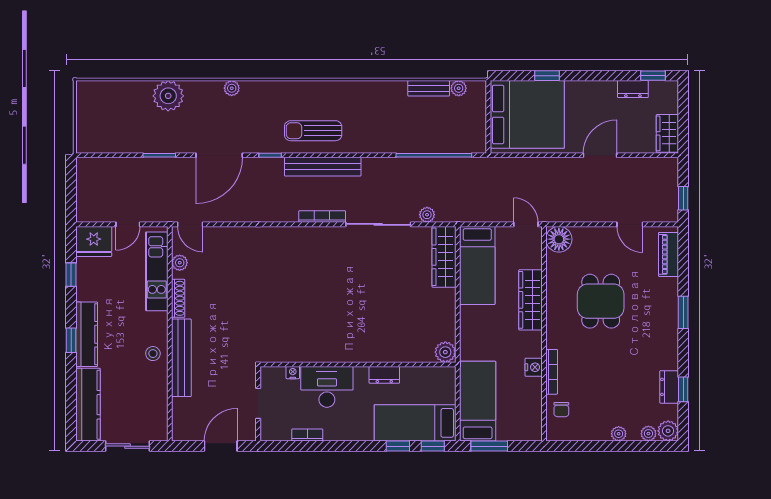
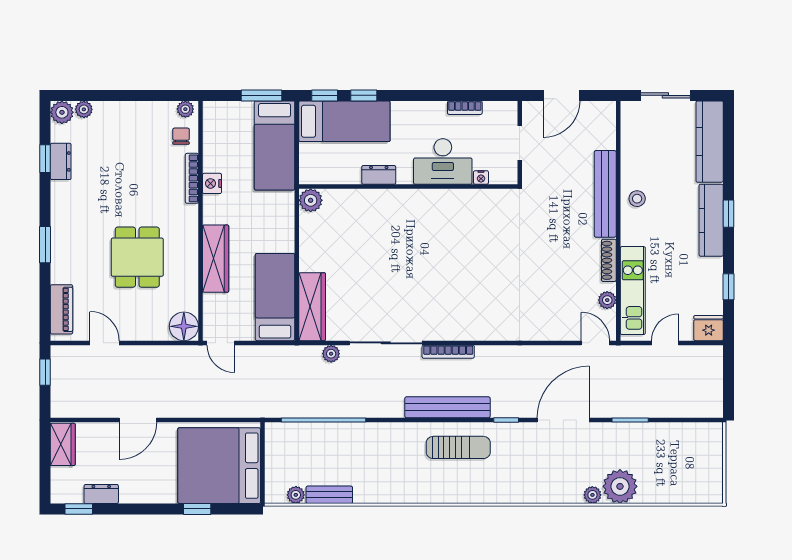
plant: (232, 88) -> (592, 495), moved
fridge: (94, 241) -> (709, 328), width x0.73, depth x0.75
plant: (619, 434) -> (185, 109), moved

